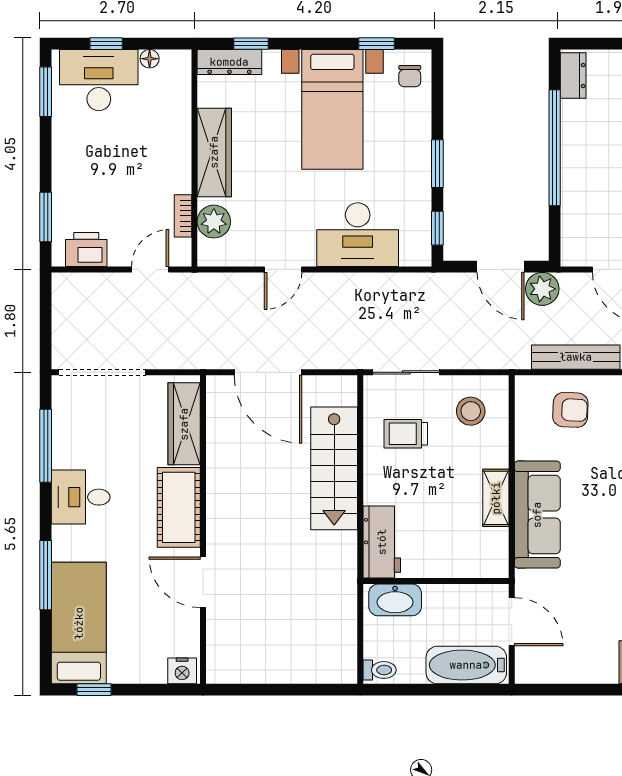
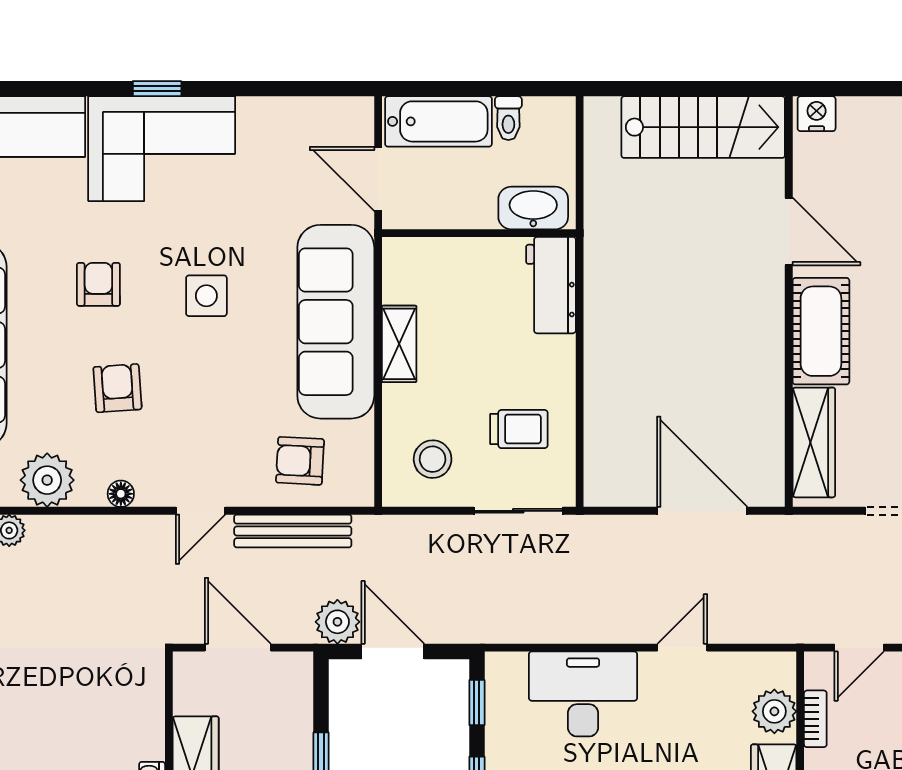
stairs: (334, 468) -> (703, 127), moved, turned 90
sofa: (537, 515) -> (336, 322), width x1.36, depth x1.27
toilet: (380, 670) -> (508, 118), moved, turned -90

